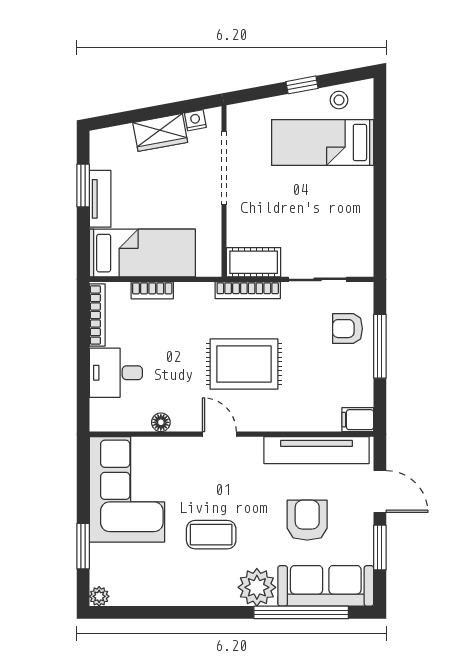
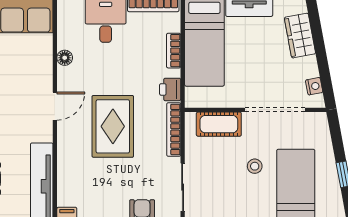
stool: (339, 100) -> (255, 166), moved
wardrobe: (160, 132) -> (300, 36), moved
cot: (254, 262) -> (219, 124), moved, turned 90
printer: (199, 295) -> (170, 89), added

